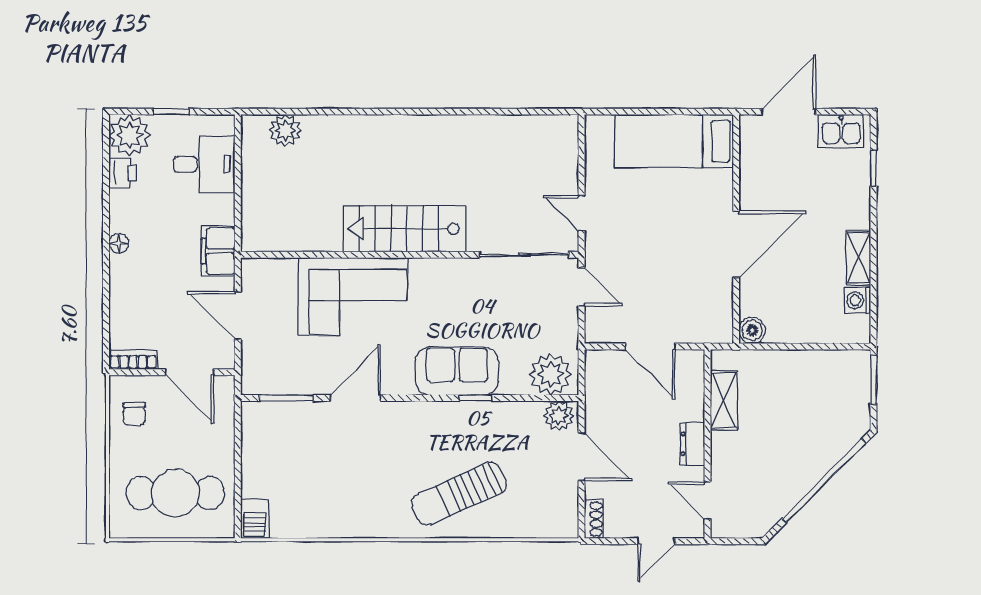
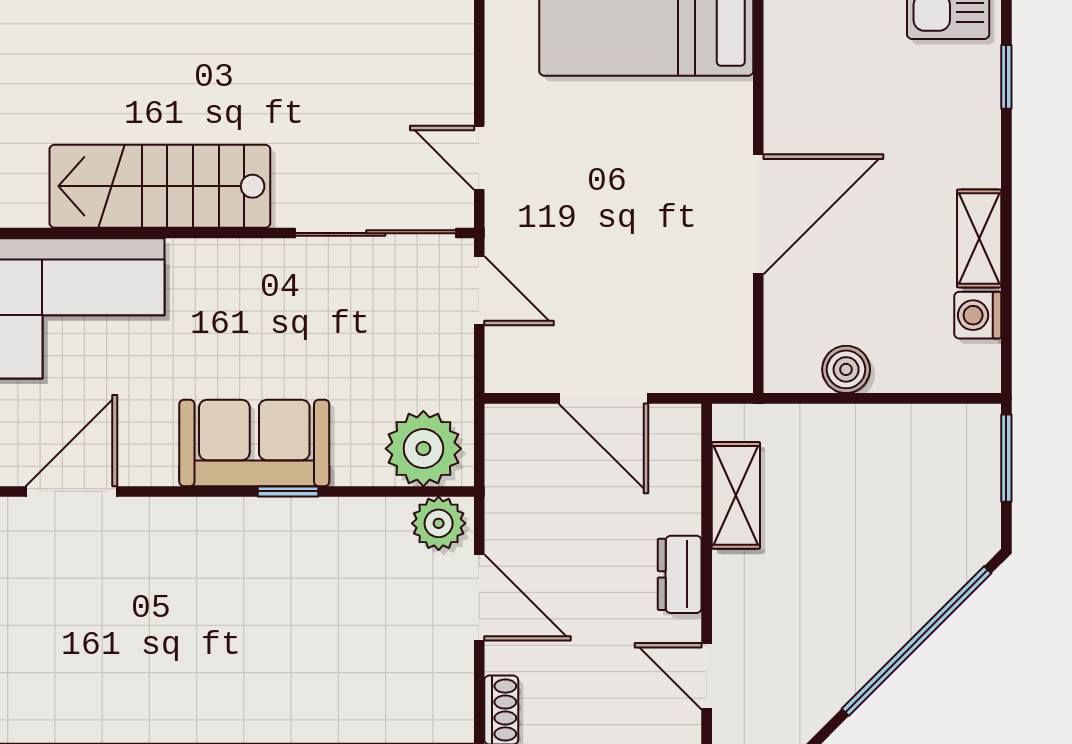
boiler: (752, 330) -> (846, 369), moved
sun lounger: (459, 494) -> (258, 664), removed

